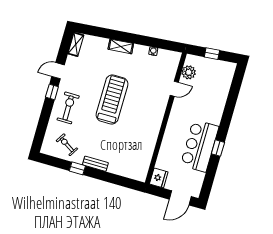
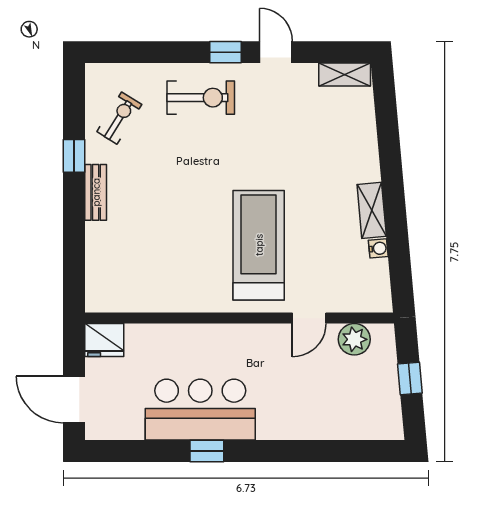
shelving: (121, 46) -> (372, 210), moved
door: (174, 89) -> (309, 318), hinge flipped
treadmill: (112, 99) -> (259, 245), moved, turned -90

